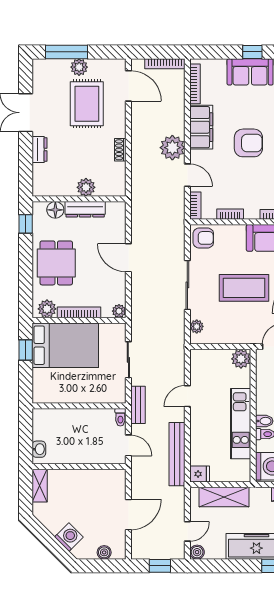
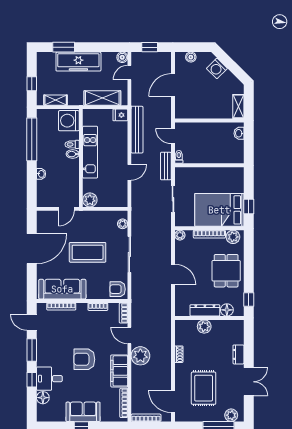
plant: (79, 67) -> (231, 415), moved

